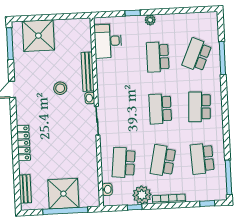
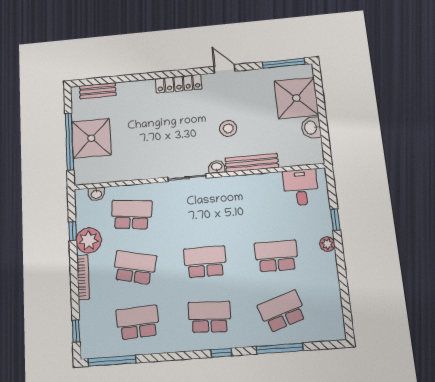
washbasin: (62, 26) -> (311, 128), added
desk: (108, 41) -> (301, 187), width x0.73
school desk: (197, 55) -> (282, 311), turned -42
window: (224, 99) -> (221, 353), added
locker: (23, 143) -> (179, 84), moved

